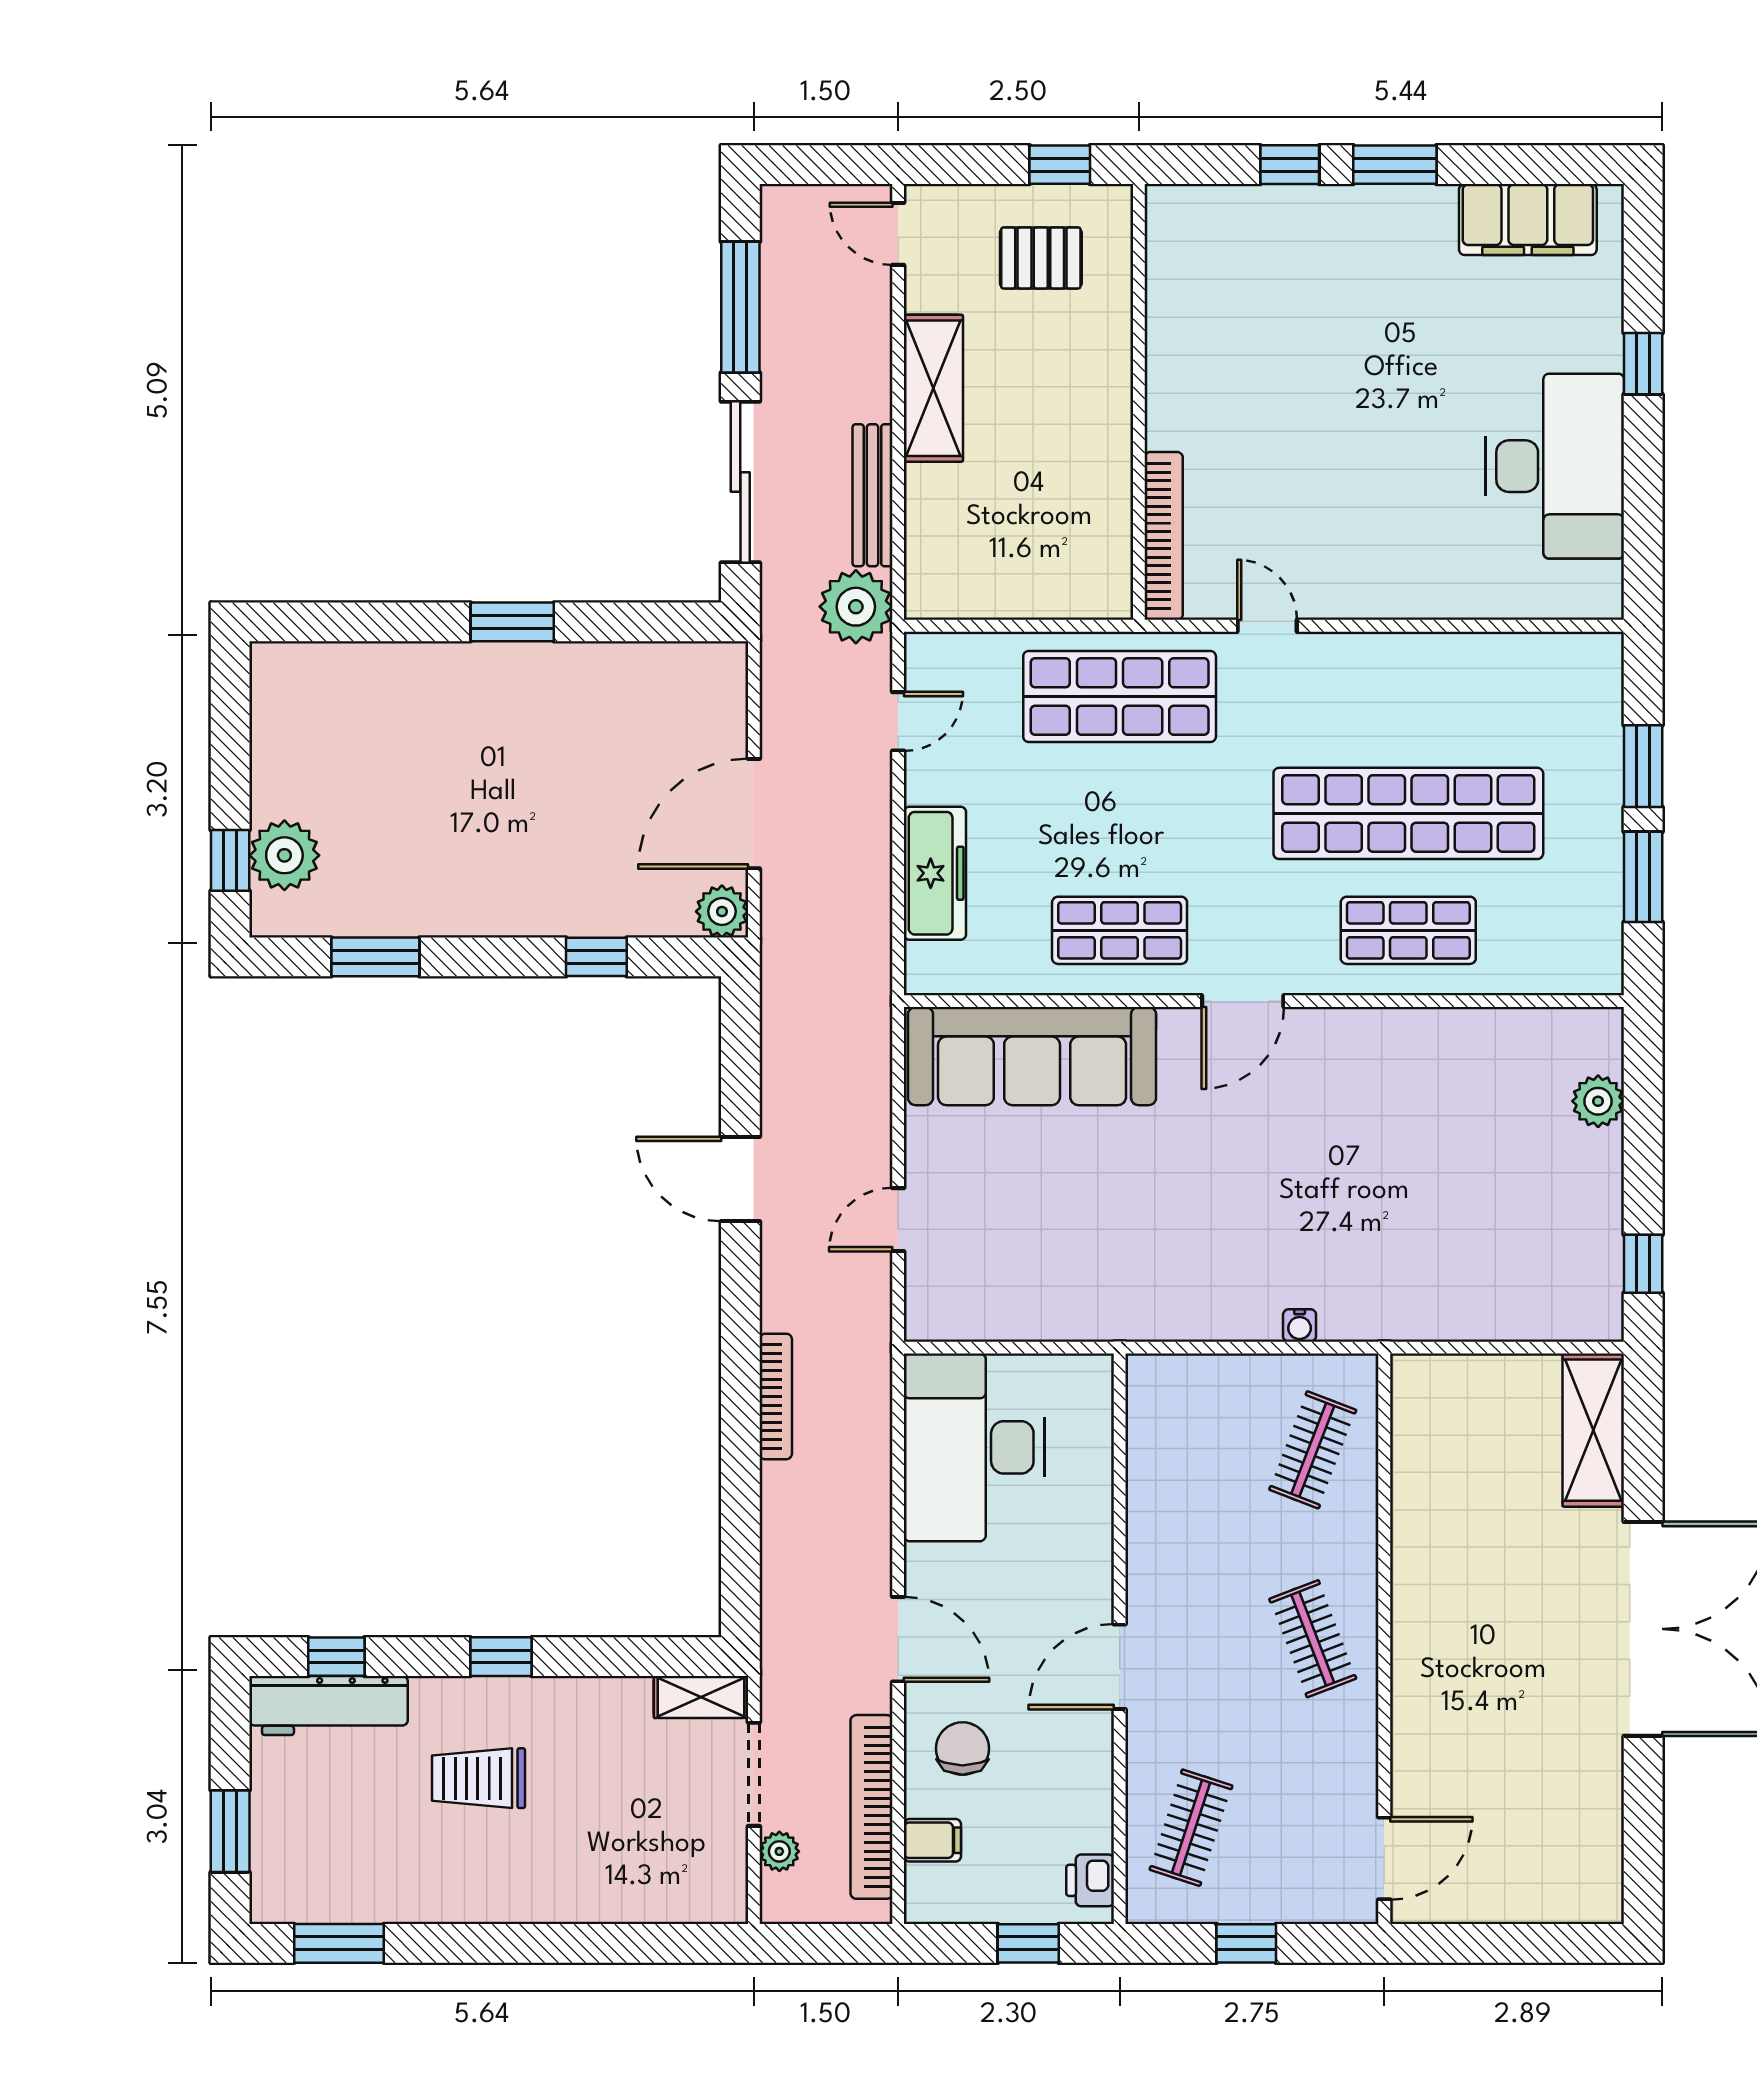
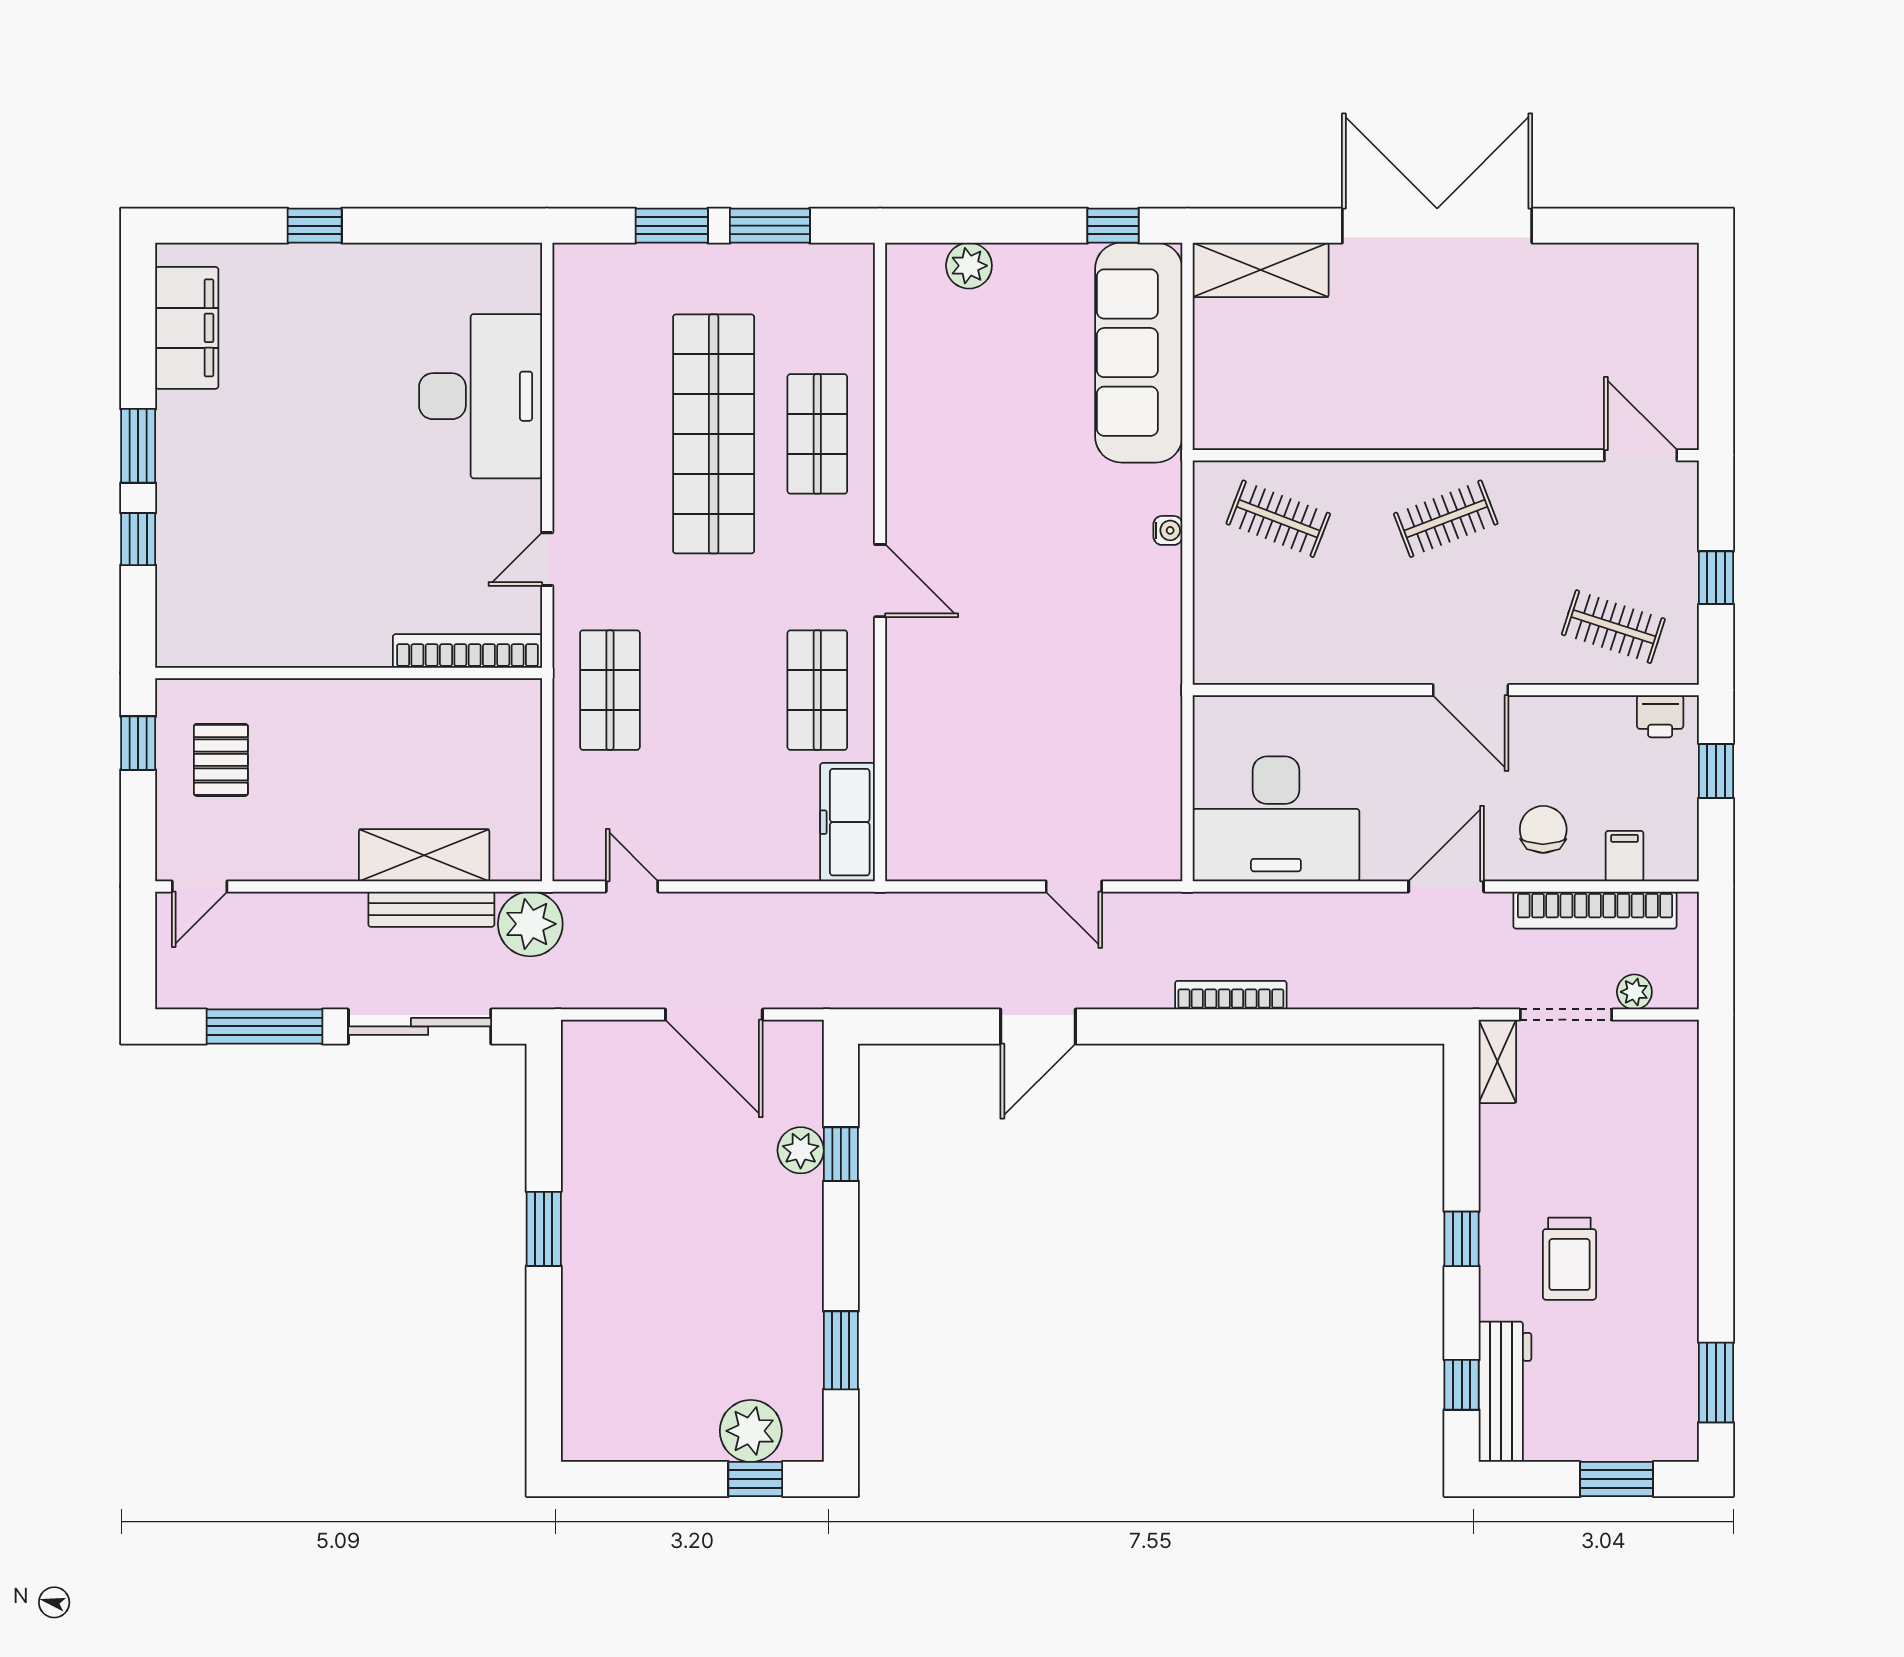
shelving: (933, 388) -> (424, 855), moved
desk: (1555, 466) -> (481, 396), moved, turned 90
shop shelf: (1120, 697) -> (610, 690), width x0.70, depth x0.74
freezer: (935, 873) -> (848, 822), moved, turned -90
plant: (722, 911) -> (801, 1150), moved
sofa: (1032, 1056) -> (1139, 353), moved, turned 180
chair: (962, 1749) -> (1543, 829), turned 90

